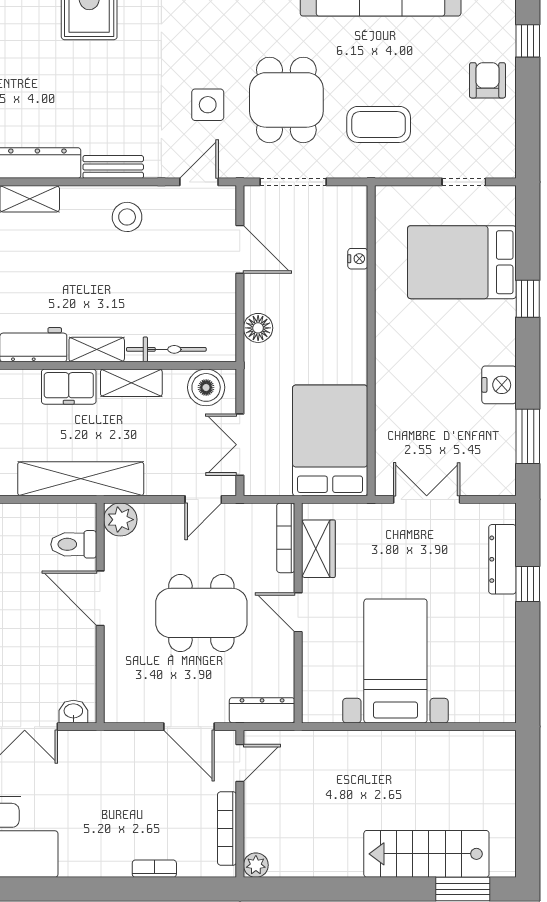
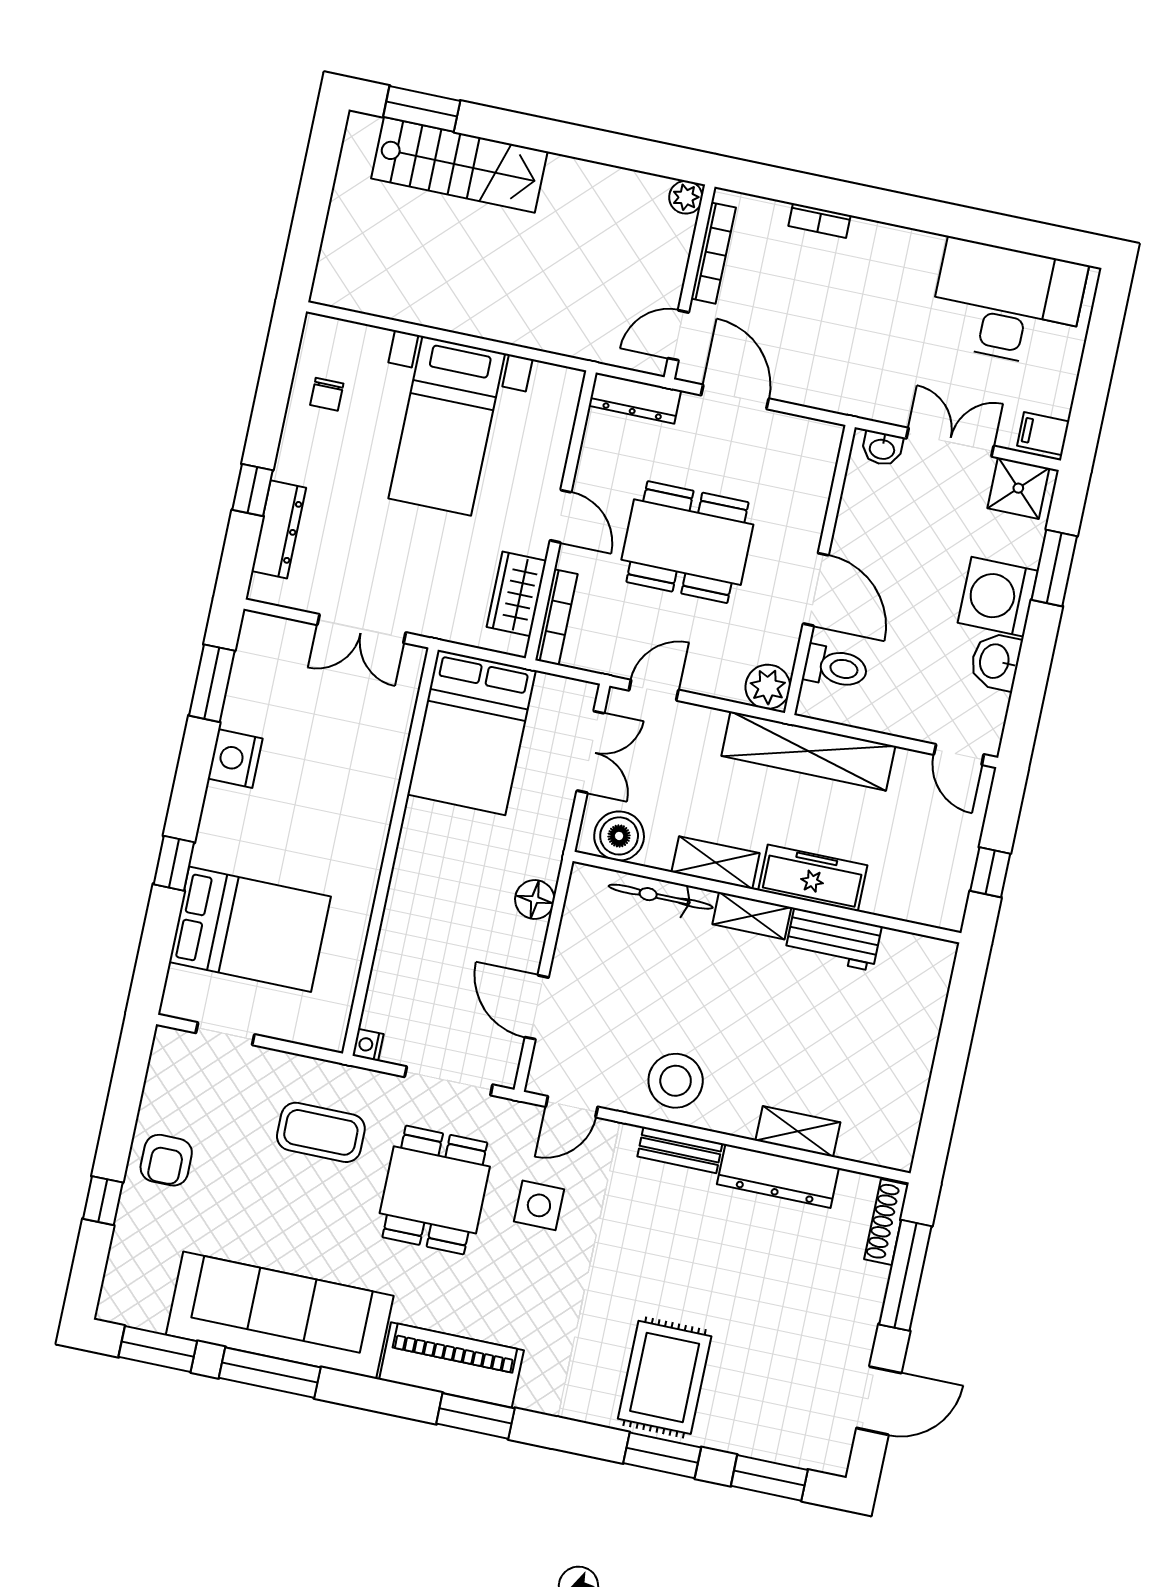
stool: (127, 217) -> (676, 1081), width x1.38, depth x1.38
nightstand: (358, 259) -> (368, 1045), moved
freezer: (69, 387) -> (813, 878), width x1.40
chair: (488, 666) -> (327, 394), added

